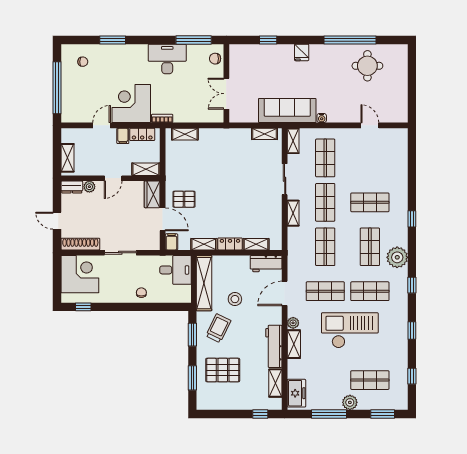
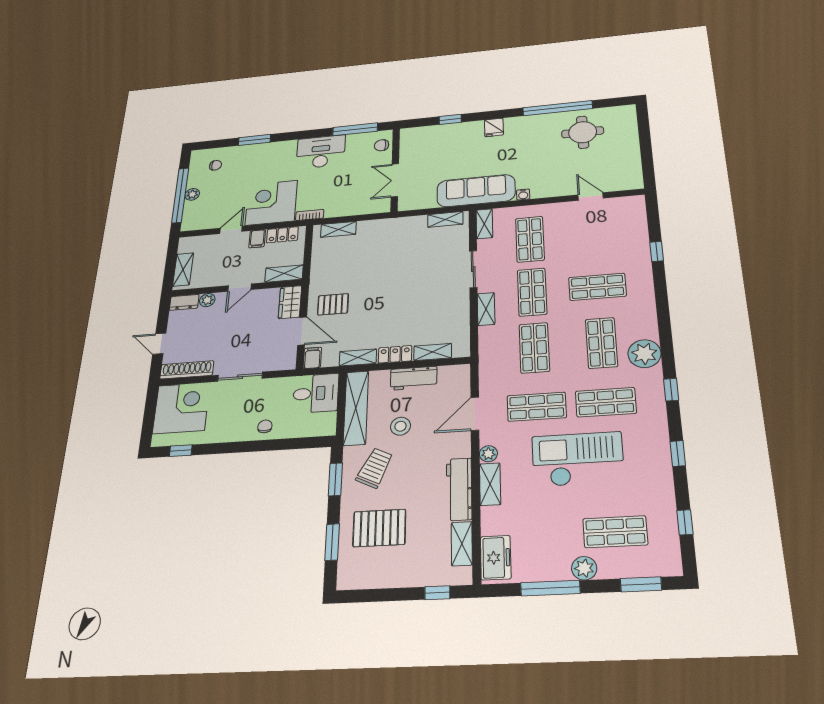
plant: (67, 88) -> (192, 194), added
window: (412, 219) -> (657, 251), moved
workbench: (266, 264) -> (414, 378), moved

